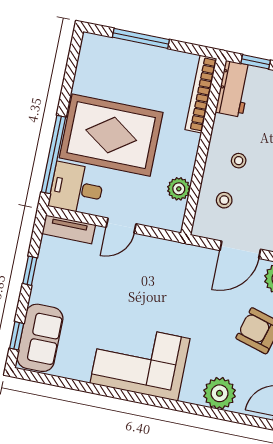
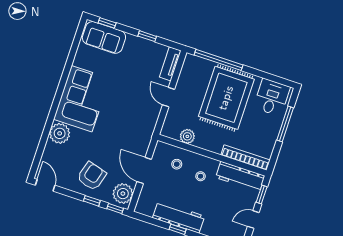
workbench: (234, 89) -> (240, 177), width x1.38
desk: (77, 188) -> (272, 97), moved
plant: (220, 393) -> (60, 133), moved

